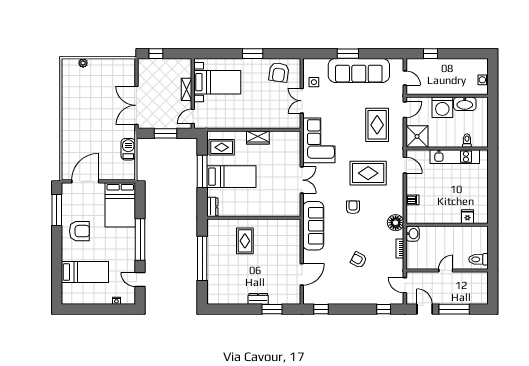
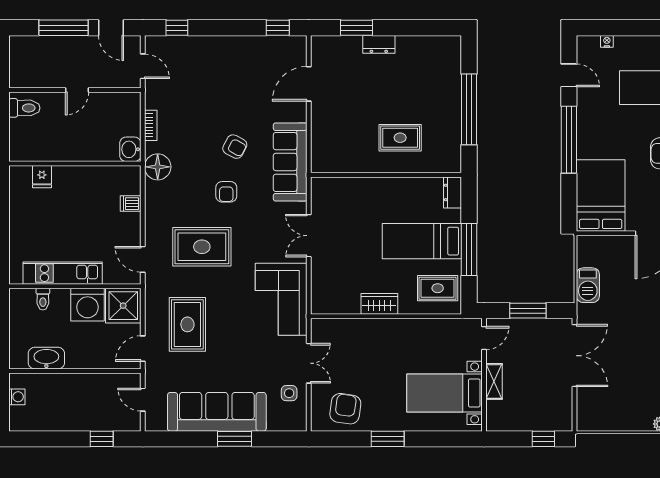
washing machine: (442, 107) -> (88, 305), moved, turned 180
rug: (245, 241) -> (400, 138), turned 90
armchair: (359, 260) -> (235, 147), moved

